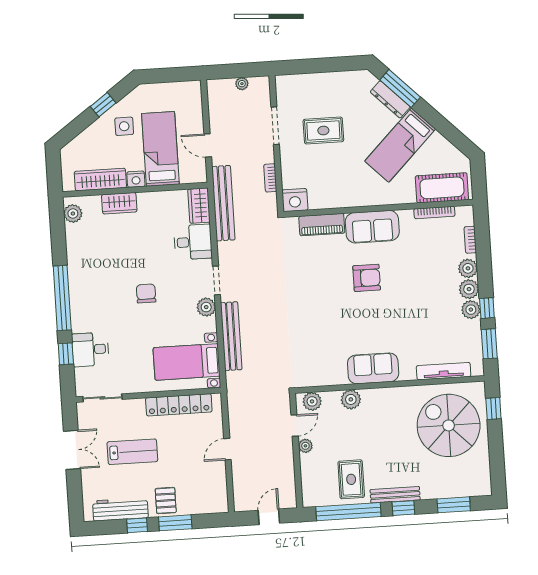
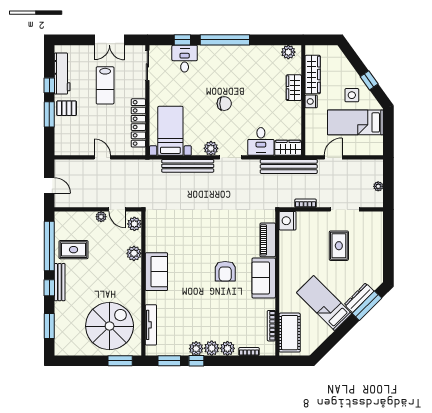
bed: (160, 149) -> (355, 122), moved, turned 180
window: (493, 409) -> (120, 361), width x1.50

